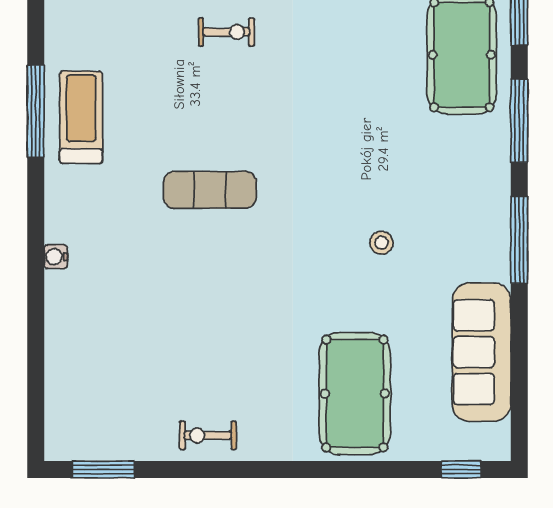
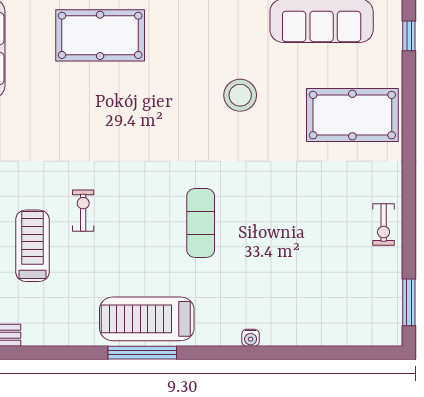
treadmill: (81, 117) -> (147, 319), width x1.37, depth x1.38
stool: (381, 243) -> (240, 95), width x1.89, depth x1.89

